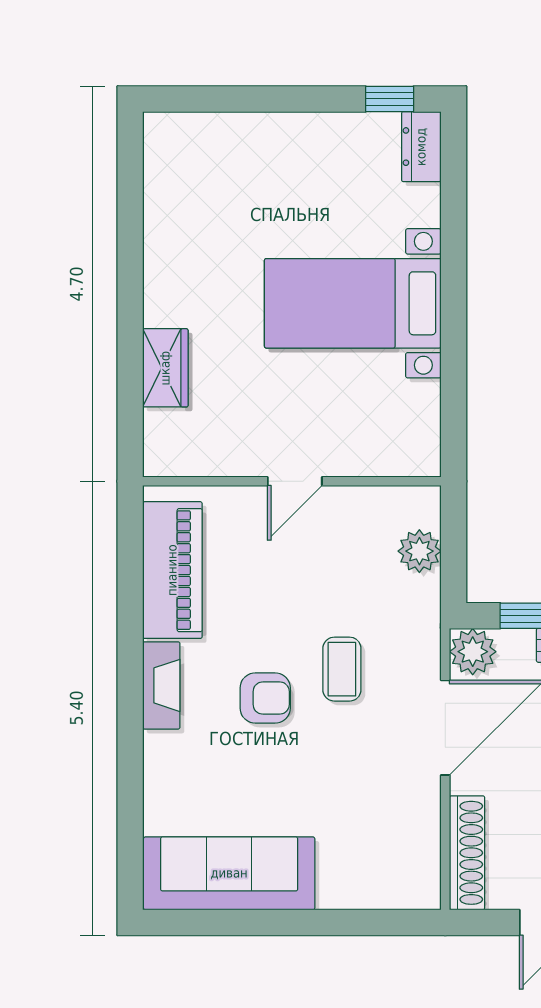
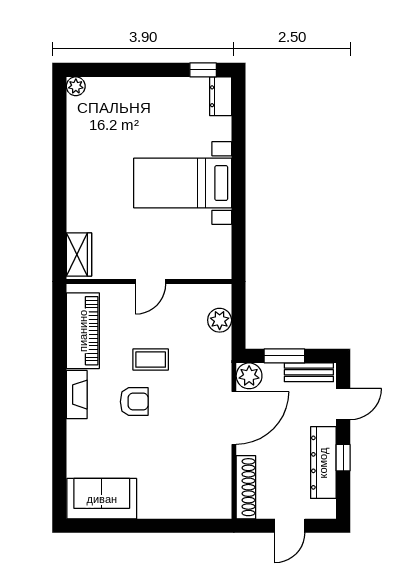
plant: (160, 128) -> (76, 86), added
wardrobe: (165, 368) -> (79, 254), moved
coffee table: (342, 669) -> (151, 360), moved, turned 90
sofa: (229, 873) -> (102, 499), width x0.73

